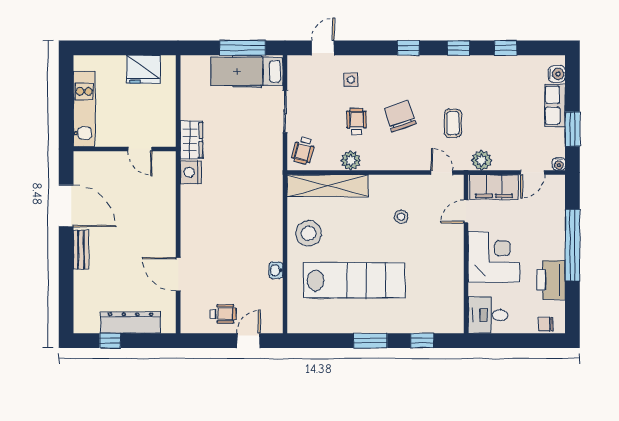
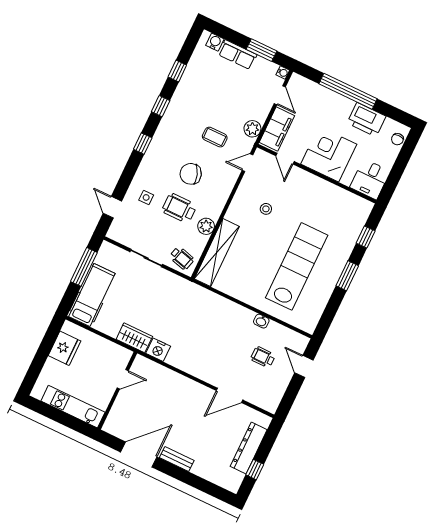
hospital bed: (247, 71) -> (92, 295), moved, turned 180
wheelchair: (357, 122) -> (179, 208), width x1.36, depth x1.37
stool: (309, 233) -> (245, 284), removed
wheelchair: (223, 314) -> (263, 357), moved, turned -90

